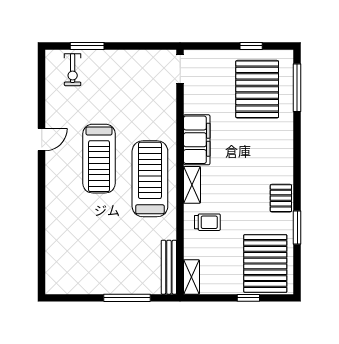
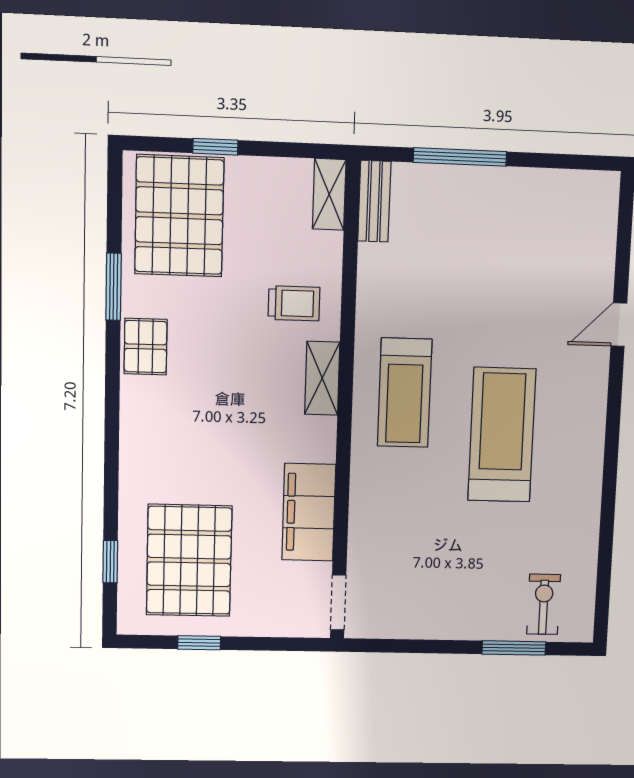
window: (297, 88) -> (110, 562), width x0.46
door: (42, 140) -> (619, 325), moved
filing cabinet: (197, 140) -> (309, 512), moved
treadmill: (150, 179) -> (405, 393), width x0.73, depth x0.73
trolley: (207, 222) -> (294, 303), turned 180
bench: (169, 267) -> (374, 201), width x0.73

